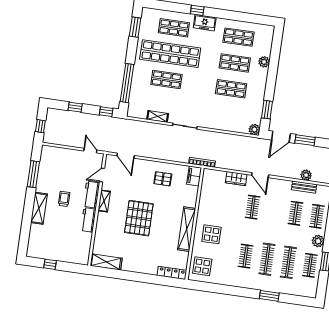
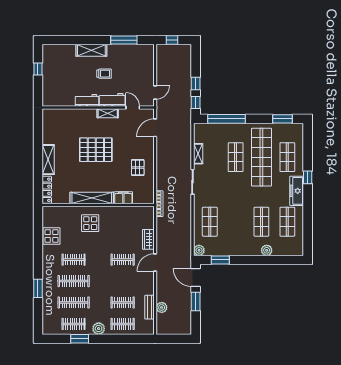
freezer: (205, 23) -> (297, 191), width x1.40
shop shelf: (231, 89) -> (210, 222), moved
window: (75, 107) -> (196, 84), moved
filing cabinet: (194, 176) -> (123, 198), moved
shelving: (106, 262) -> (48, 160), moved
display table: (202, 266) -> (52, 236), moved

